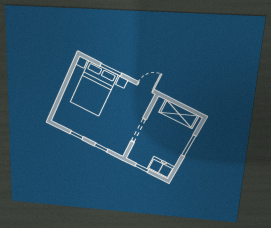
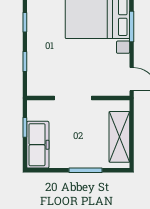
freezer: (161, 168) -> (38, 145), width x1.40

